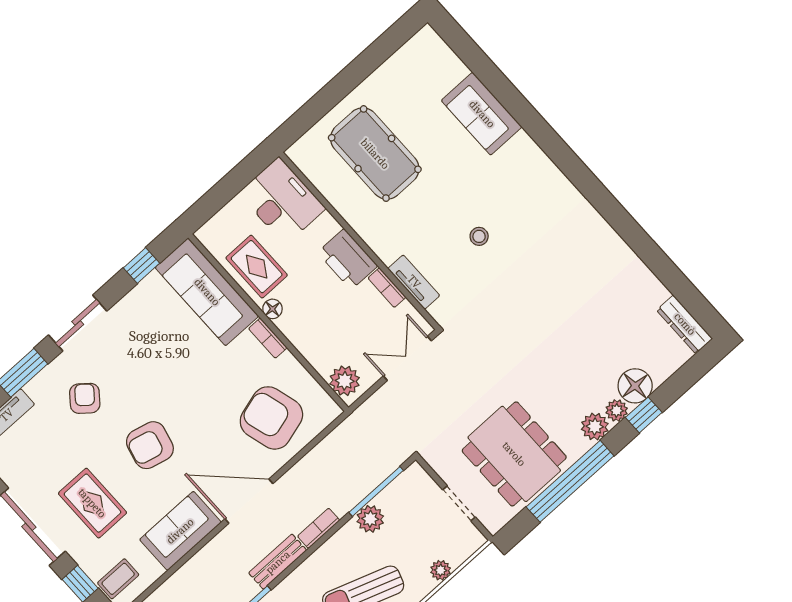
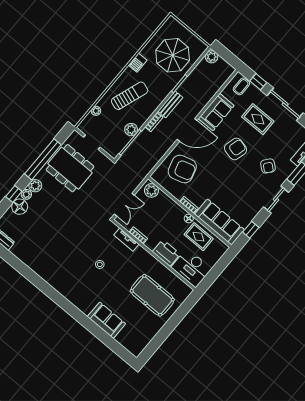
printer: (348, 259) -> (166, 253), moved

